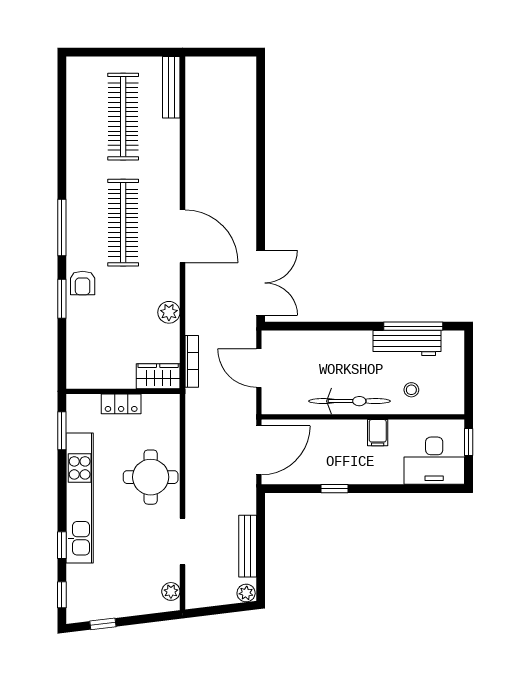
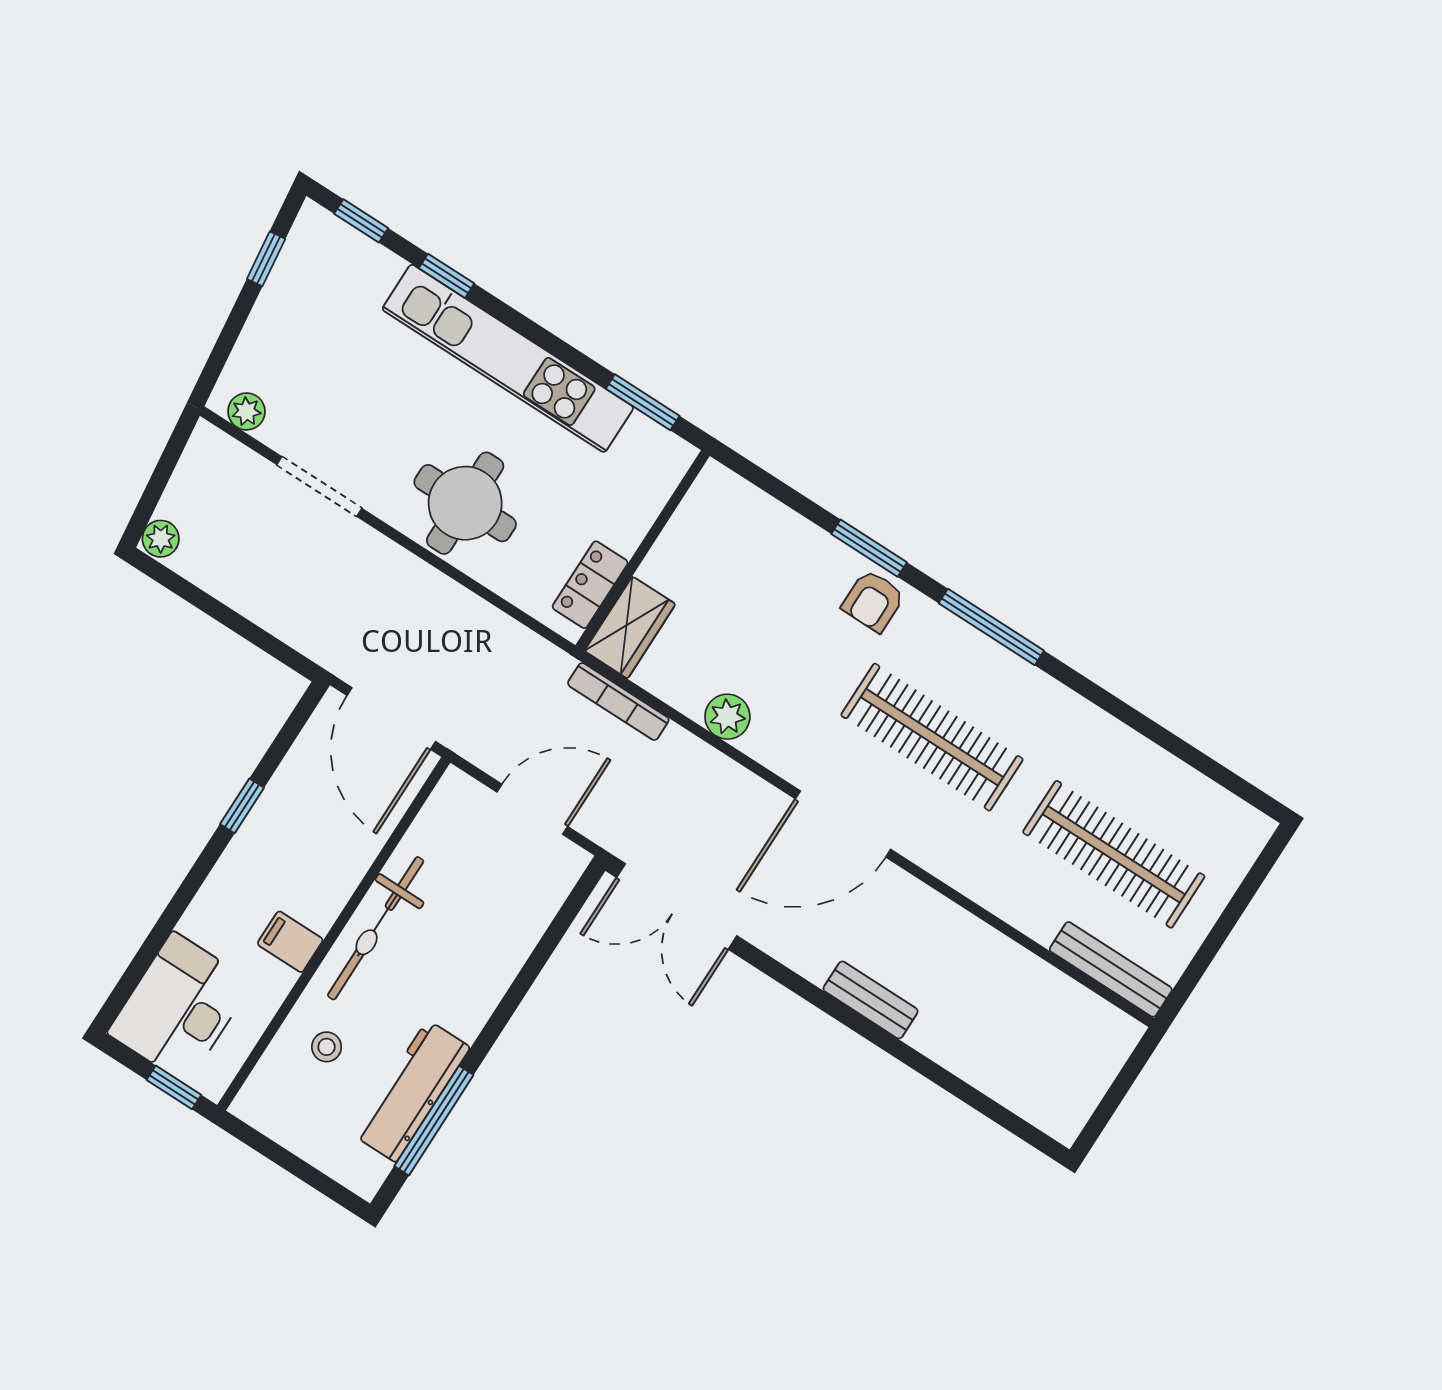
armchair: (83, 283) -> (873, 601), turned -90
locker: (121, 404) -> (590, 585), moved
bench: (248, 546) -> (871, 1000), moved, width x0.73

